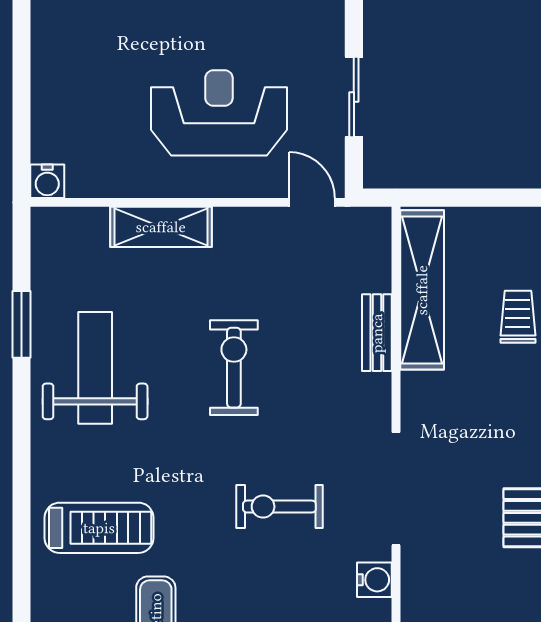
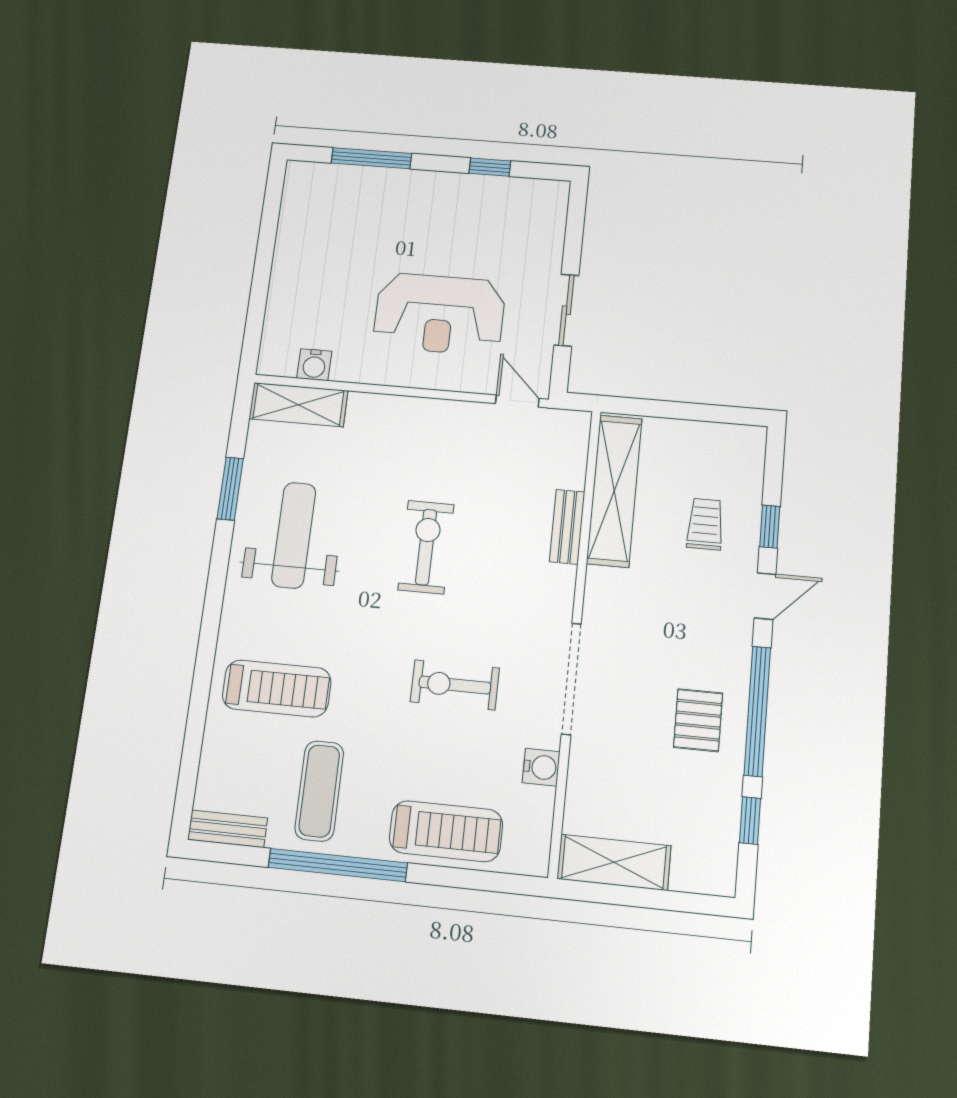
reception desk: (219, 113) -> (439, 314), turned 180
water cooler: (47, 181) -> (314, 365), moved
shelving: (161, 227) -> (298, 405), moved

